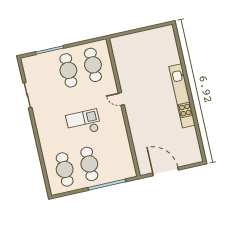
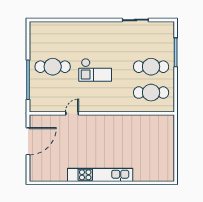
door: (121, 99) -> (72, 113), moved
checkout: (83, 123) -> (95, 70), turned 90
cafe table: (65, 169) -> (53, 41), removed

